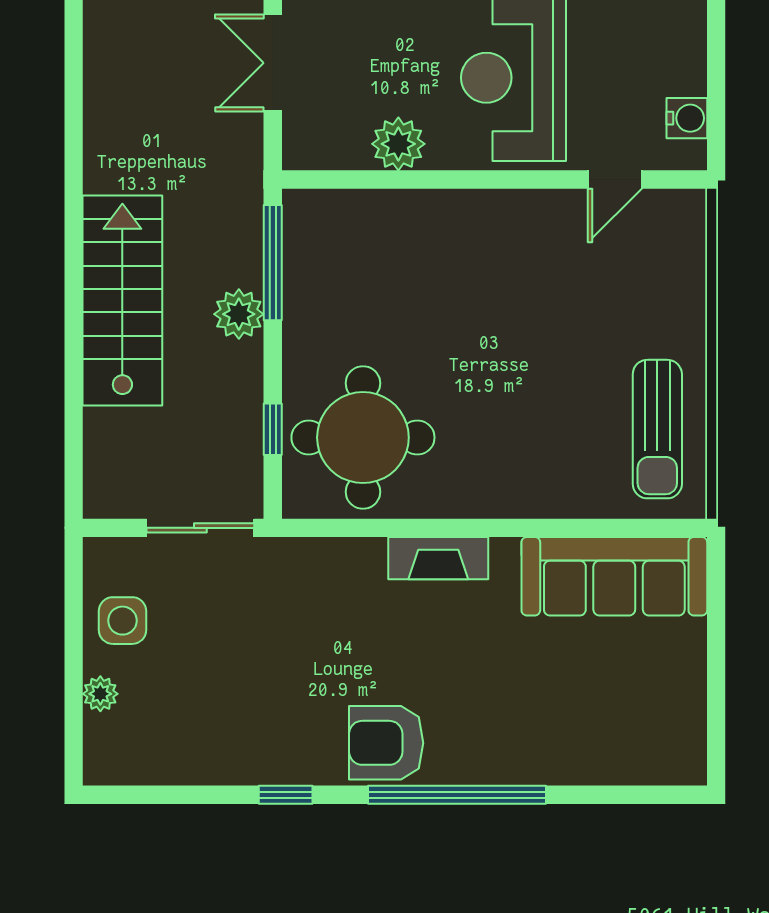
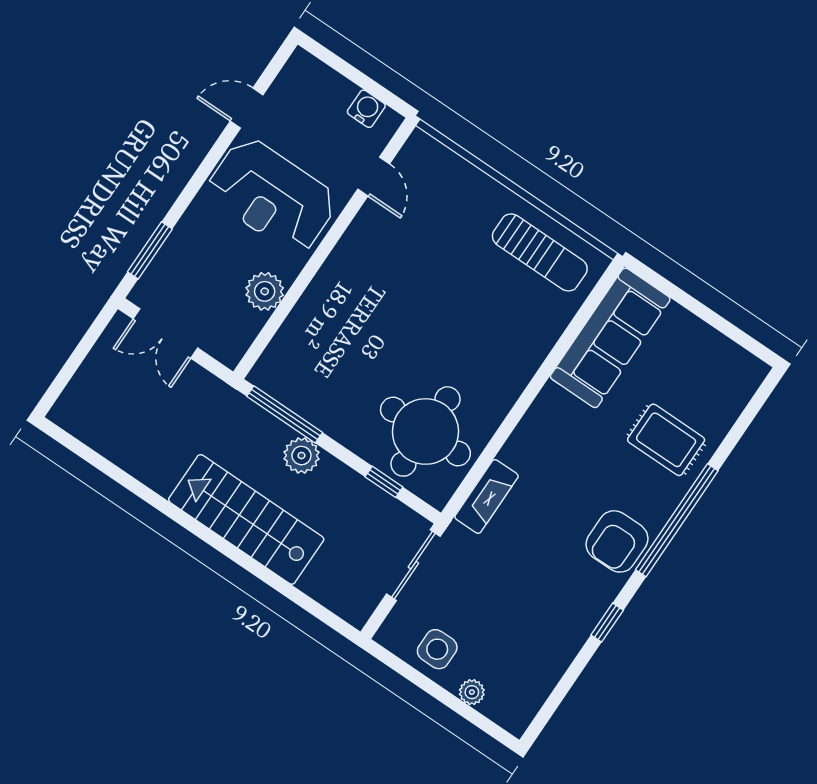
fireplace: (438, 558) -> (487, 496), moved
rug: (541, 720) -> (666, 440), added

